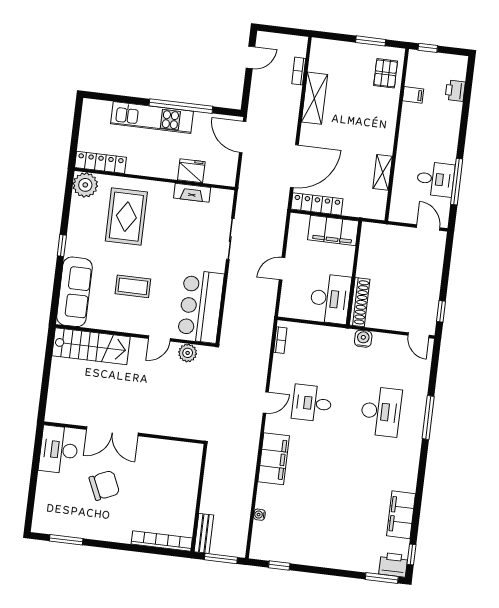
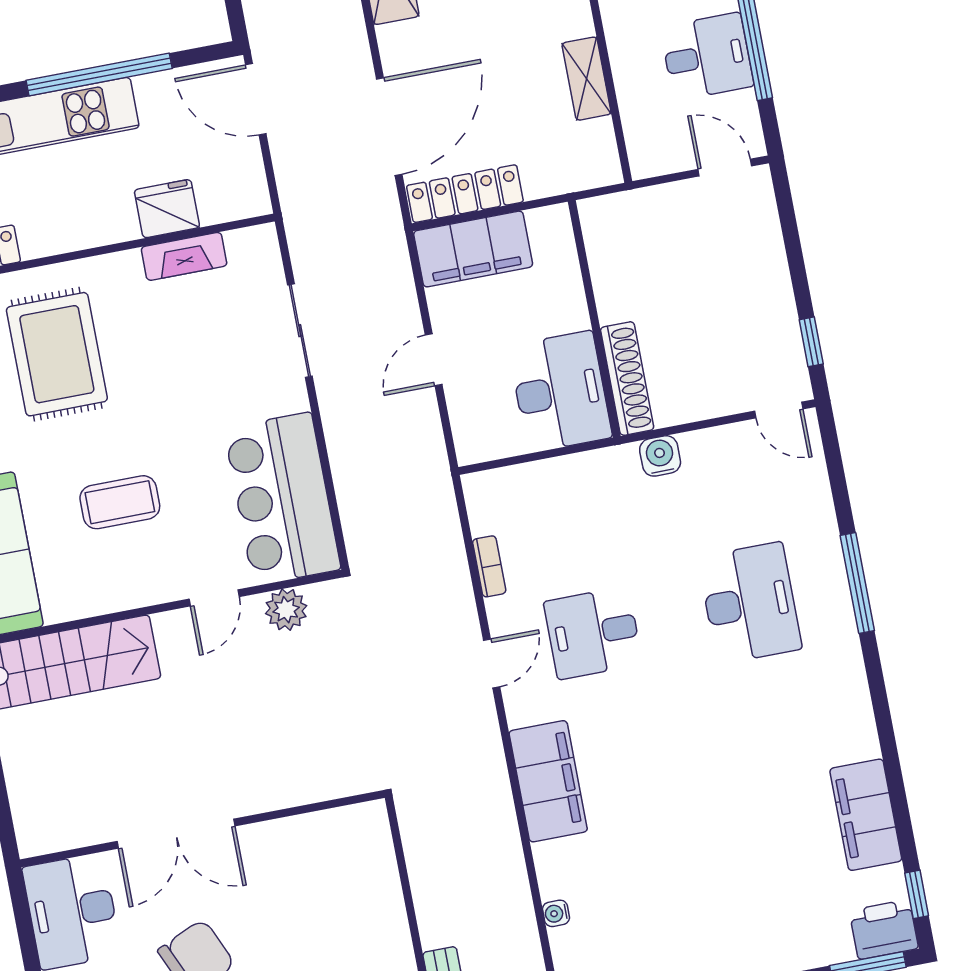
filing cabinet: (333, 230) -> (473, 249), moved
bookcase: (280, 340) -> (489, 566), moved

